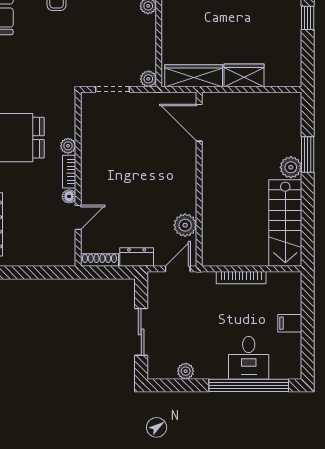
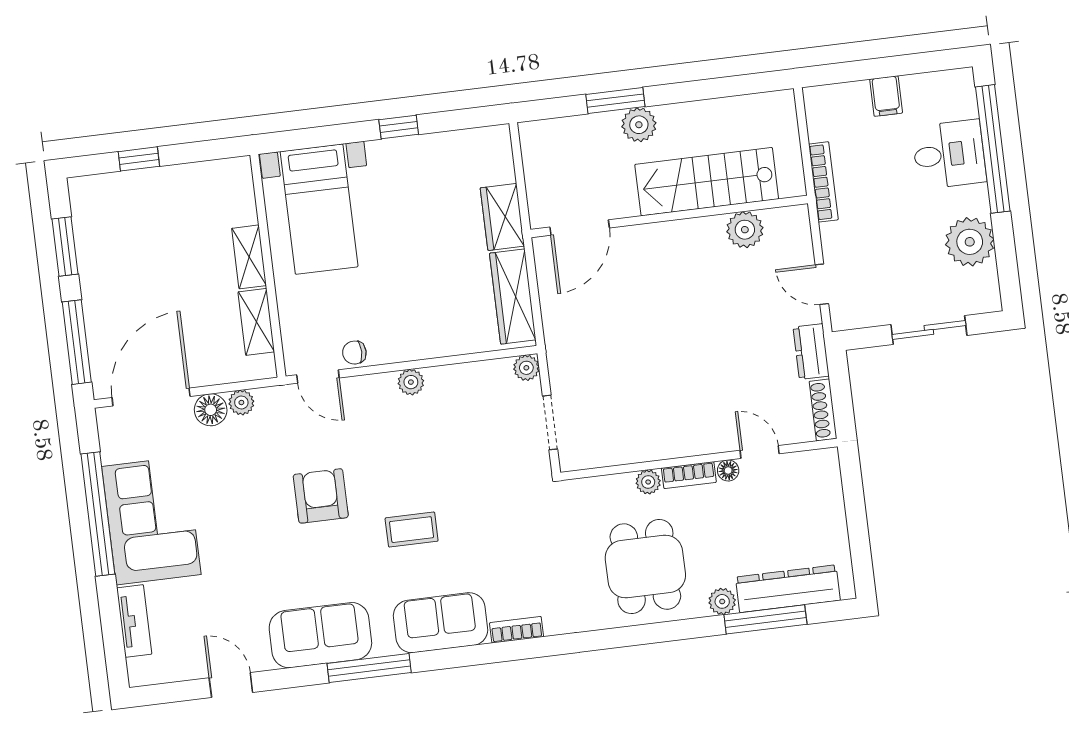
door: (199, 123) -> (580, 227), moved
wall: (199, 179) -> (669, 216), moved
stairs: (285, 223) -> (707, 182), moved, turned 180
plant: (185, 225) -> (745, 230), moved
plant: (186, 371) -> (970, 242), width x1.88, depth x1.88

